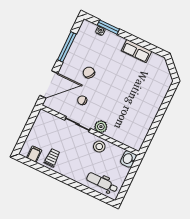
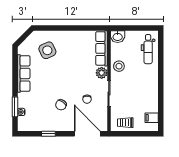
window: (67, 47) -> (48, 134), width x0.46
row of seats: (136, 51) -> (24, 73), width x1.48
side table: (148, 85) -> (47, 50), added
row of seats: (124, 138) -> (102, 48), added
trolley: (52, 158) -> (125, 123), moved

